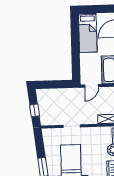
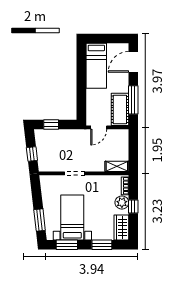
window: (50, 85) -> (51, 125), added

